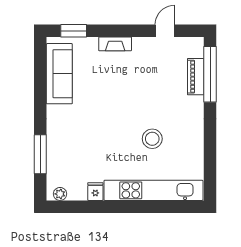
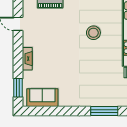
sofa: (59, 74) -> (42, 98), width x0.73

